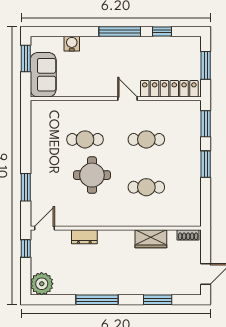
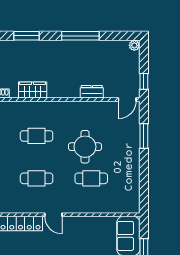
plant: (42, 284) -> (134, 45), width x0.53, depth x0.53

